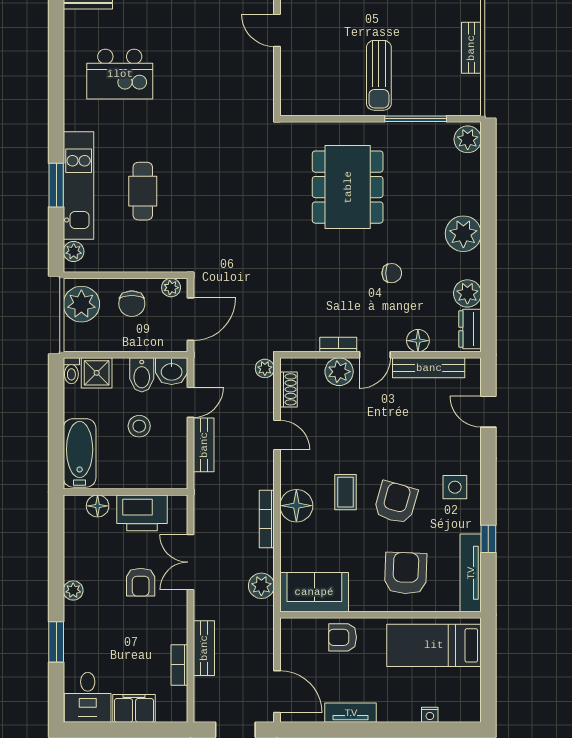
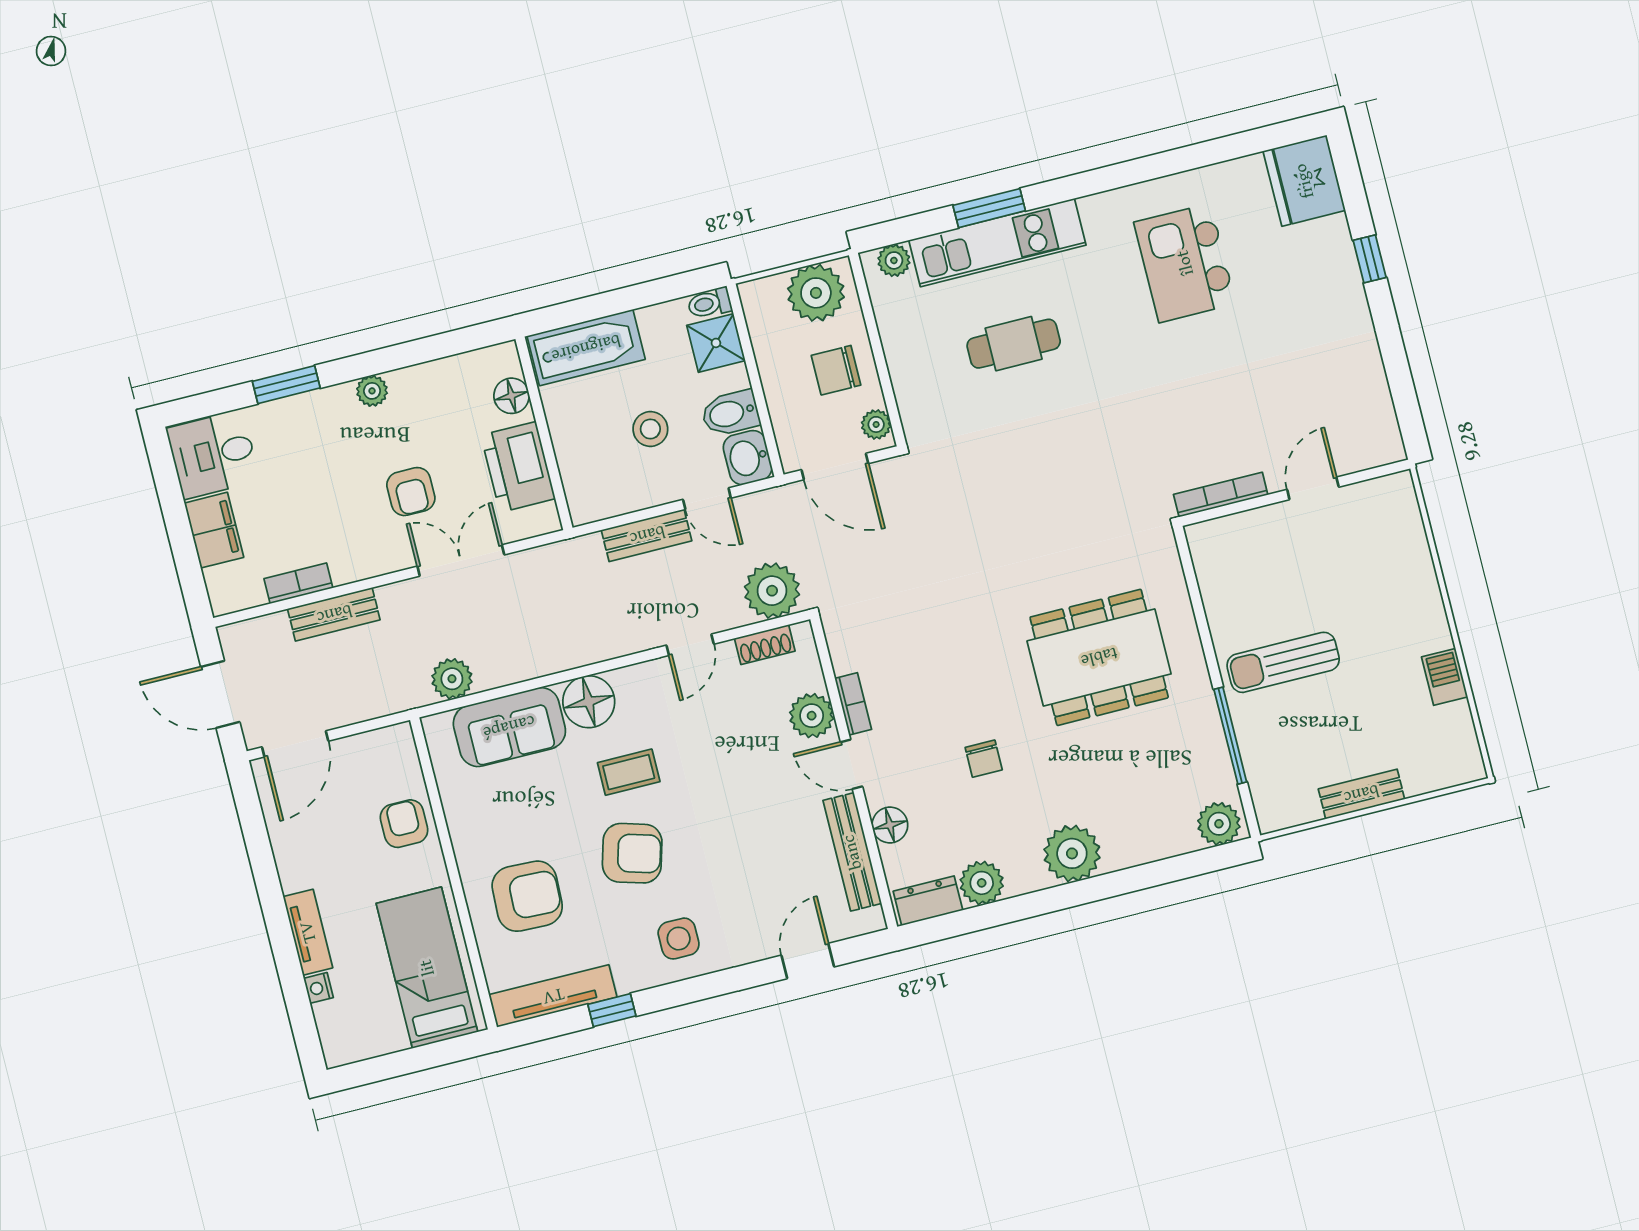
plant: (265, 368) -> (772, 591), width x1.88, depth x1.88
bookcase: (267, 519) -> (1221, 495), moved
armchair: (141, 582) -> (411, 492), turned -90
sofa: (314, 592) -> (509, 727), moved, turned 90
tv unit: (351, 713) -> (308, 932), moved

